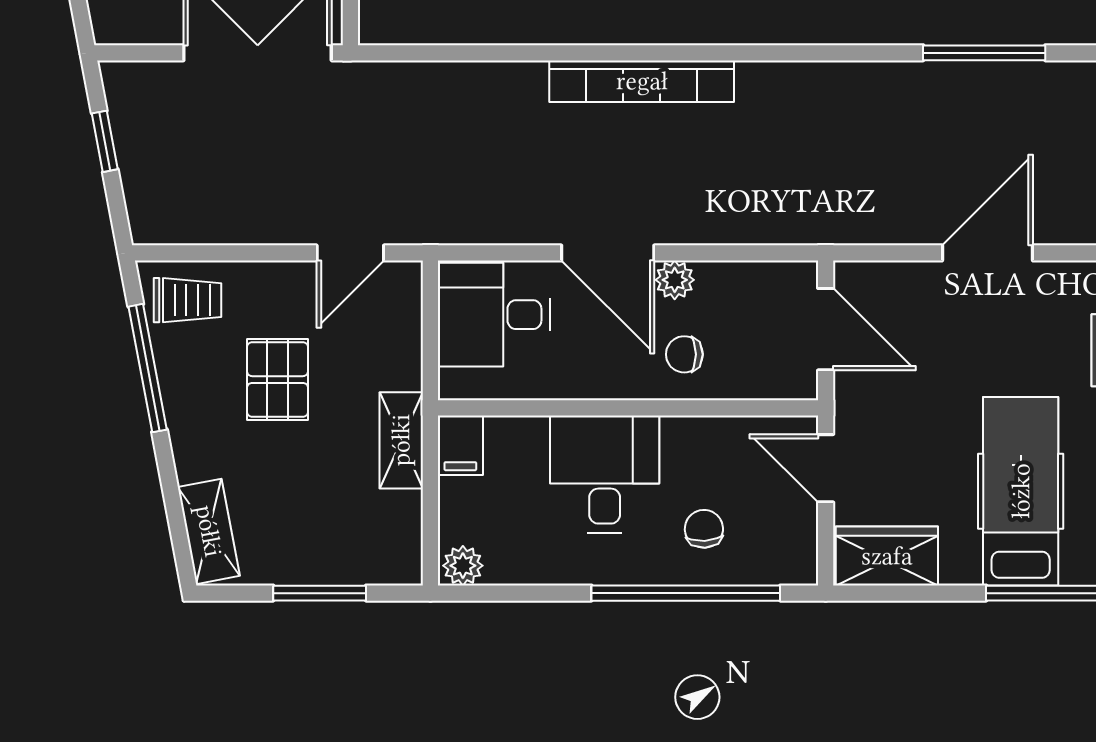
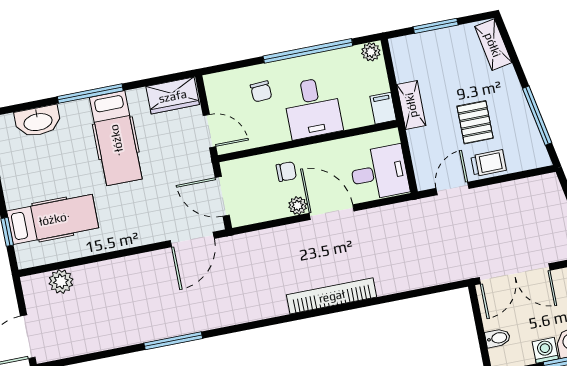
door: (988, 253) -> (192, 239), moved
trolley: (187, 300) -> (489, 163), moved, turned 180
window: (686, 593) -> (308, 51), moved

